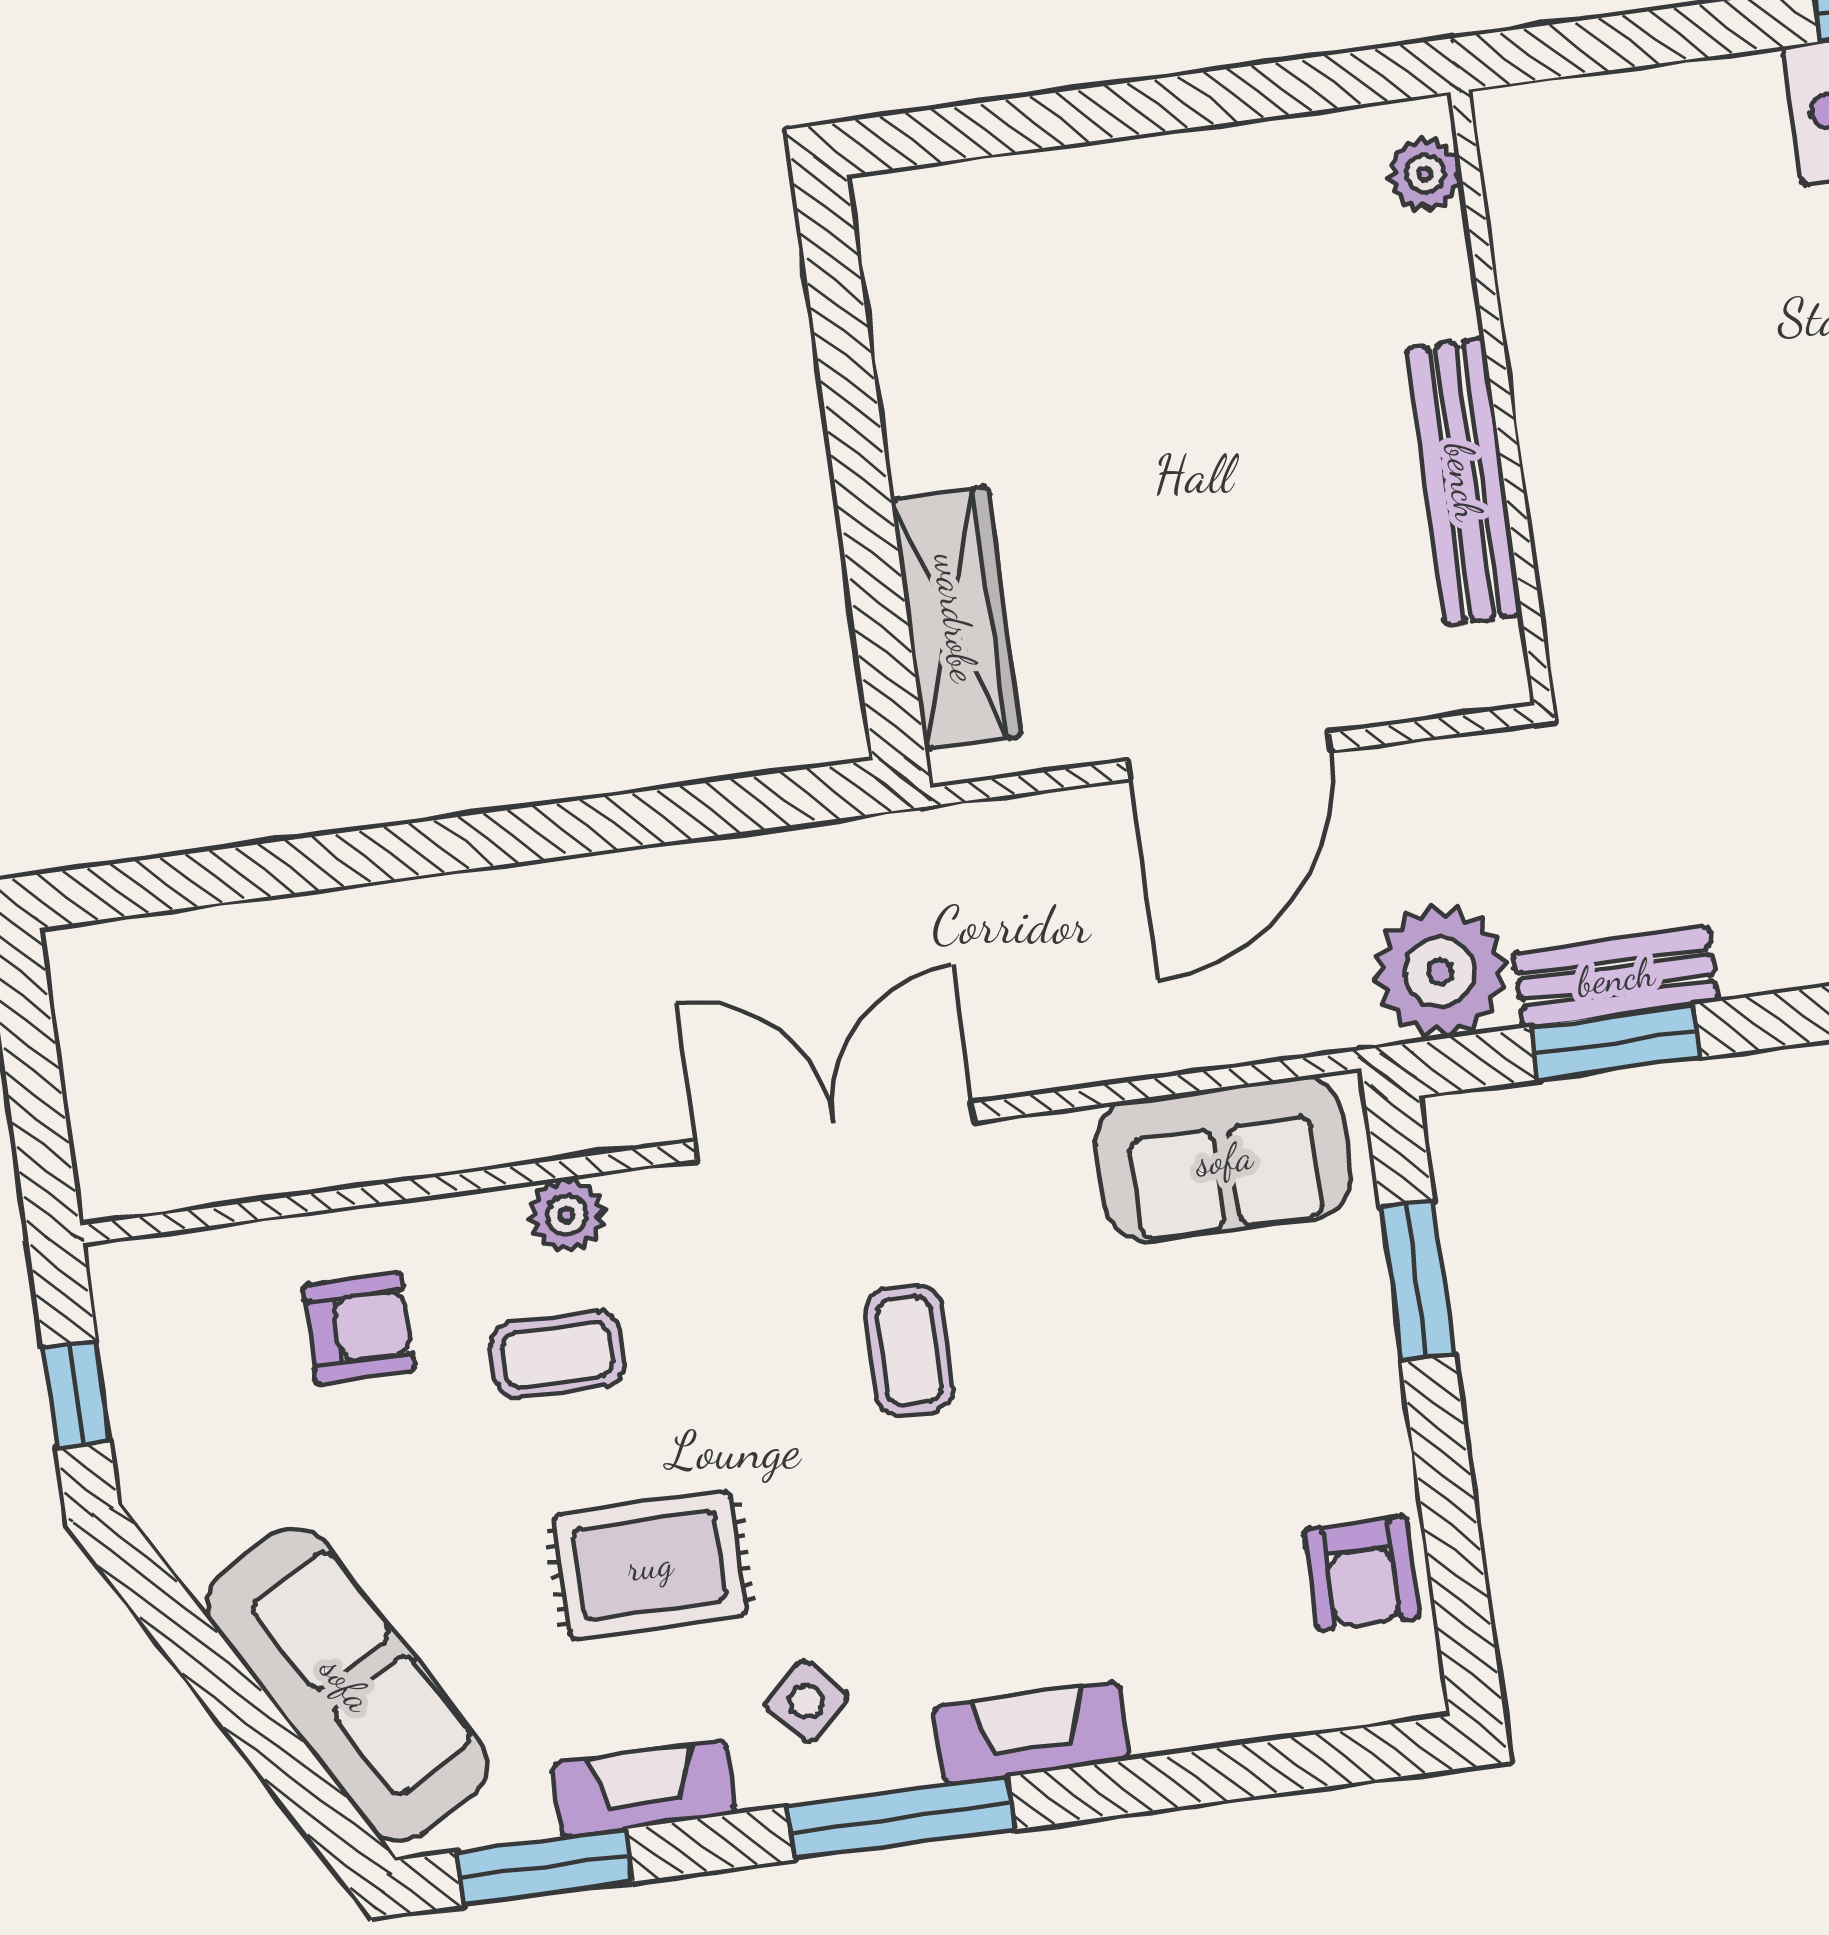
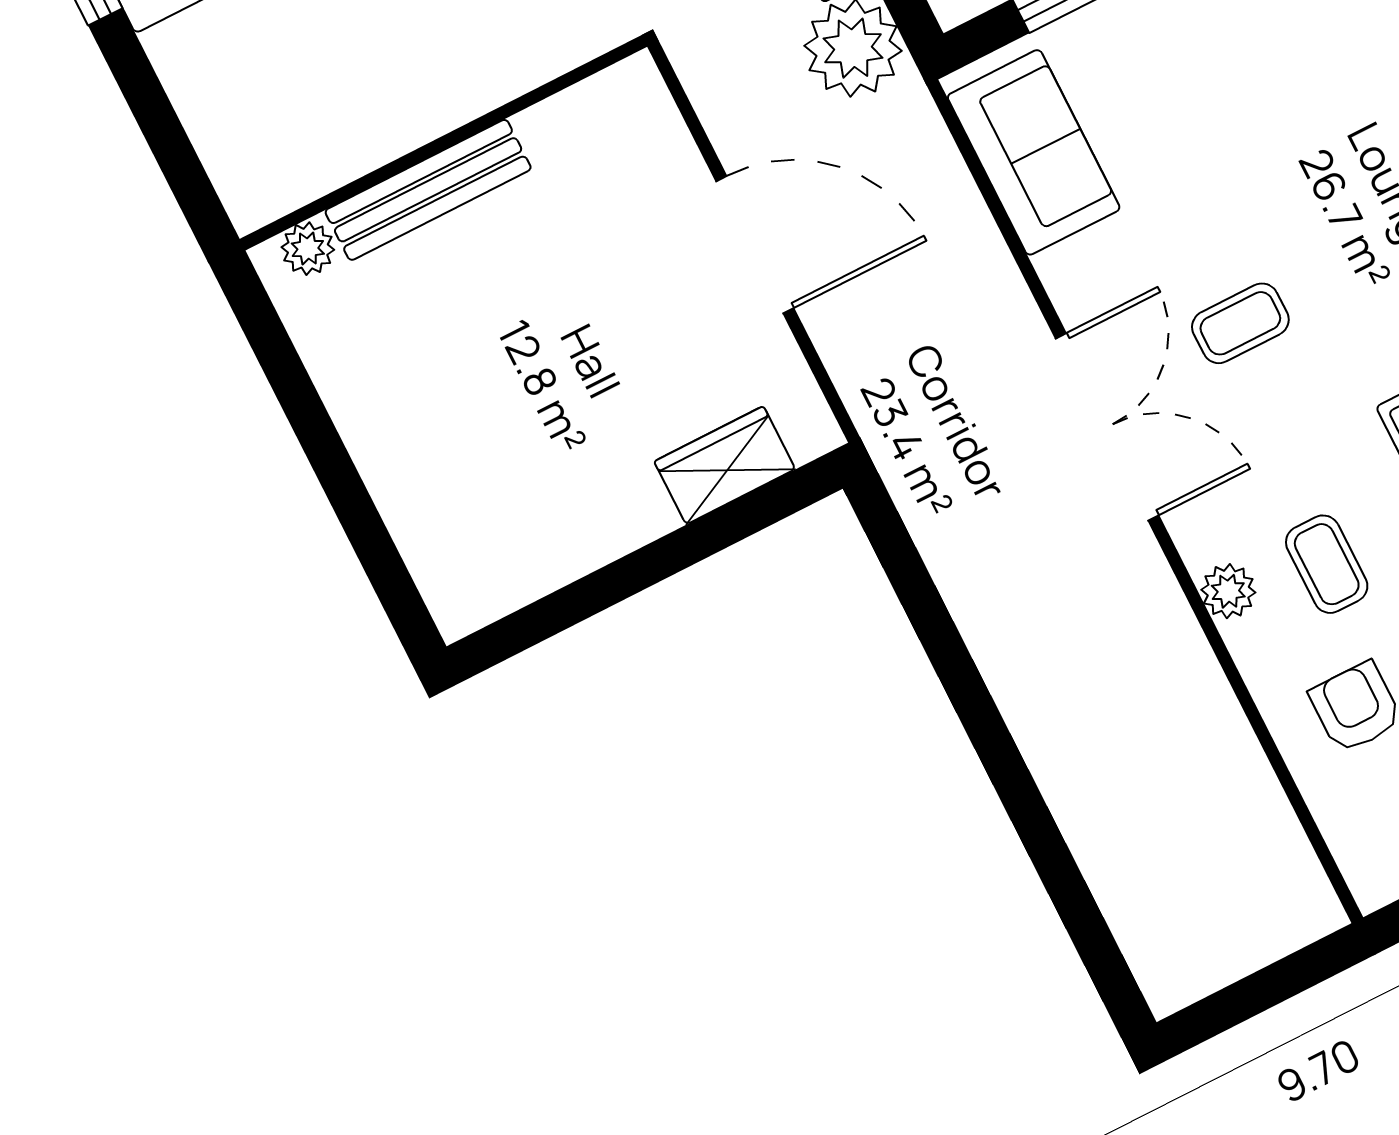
bench: (1464, 482) -> (428, 190), moved
wardrobe: (956, 618) -> (725, 465), width x0.67
double door: (834, 1131) -> (1107, 427), swing flipped

